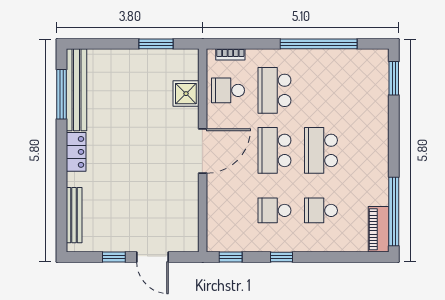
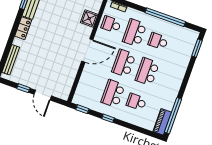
school desk: (321, 90) -> (158, 41), added
school desk: (274, 210) -> (113, 94), width x1.85

